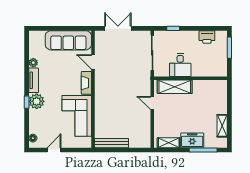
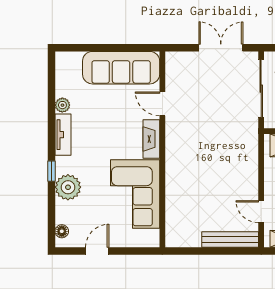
double door: (118, 28) -> (221, 48), moved
plant: (37, 101) -> (68, 187), moved
door: (152, 103) -> (261, 212), moved
bench: (112, 143) -> (230, 239), moved

